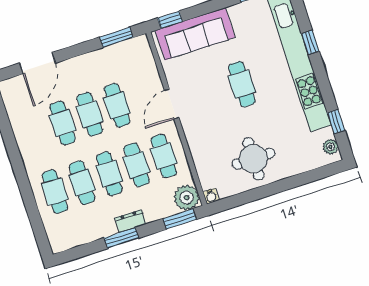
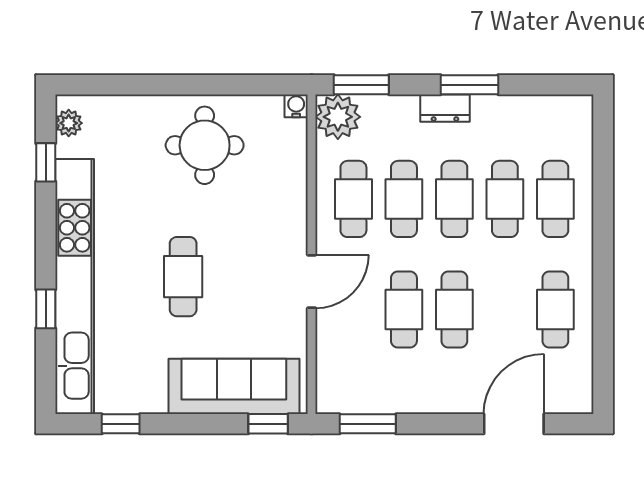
cafe table: (63, 123) -> (555, 309), moved

